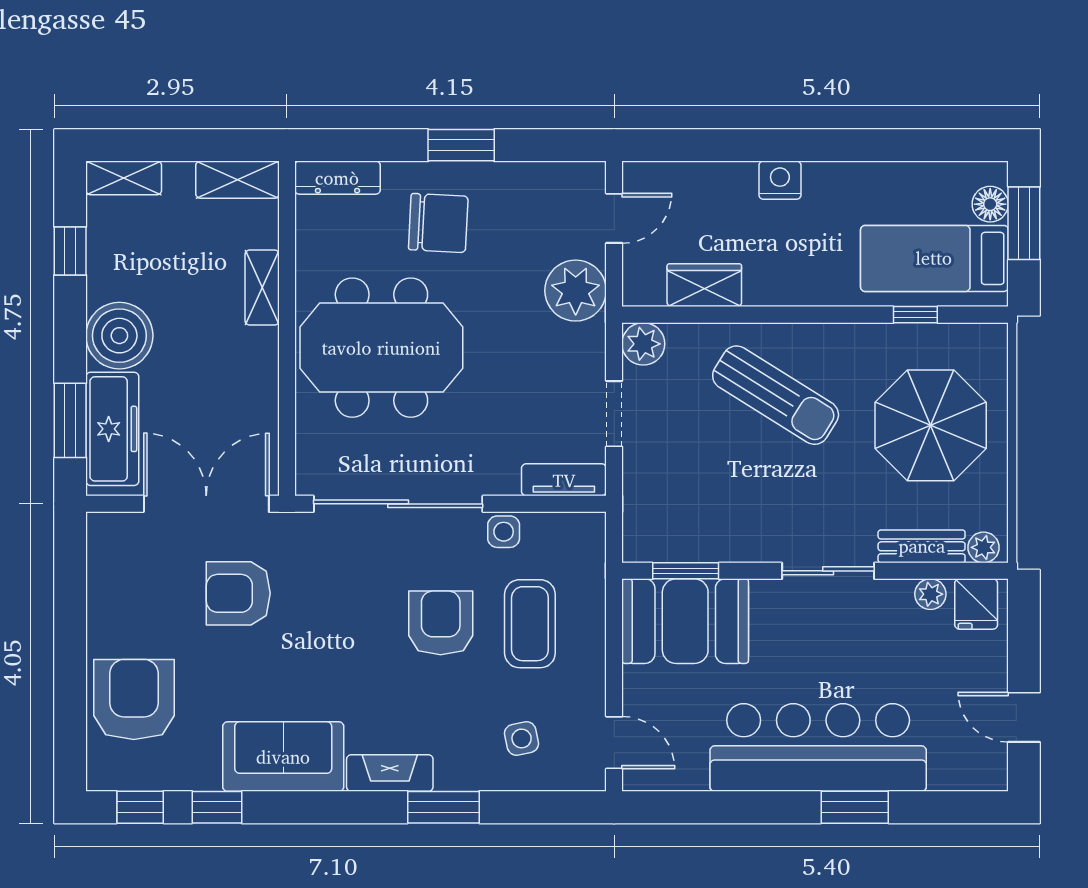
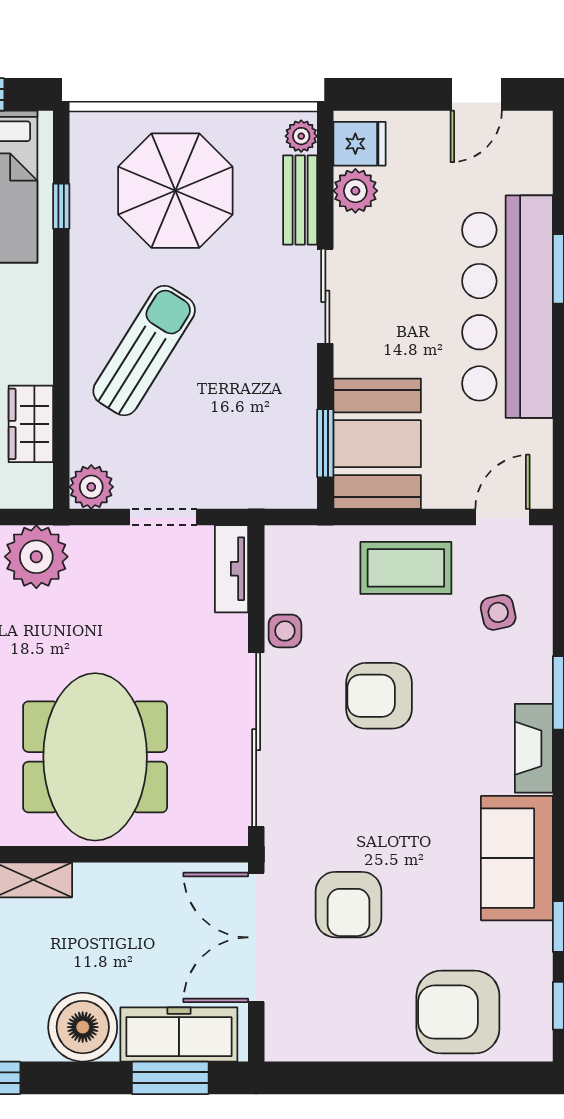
plant: (930, 594) -> (355, 191), width x1.38, depth x1.38
coffee table: (530, 624) -> (406, 568), moved

